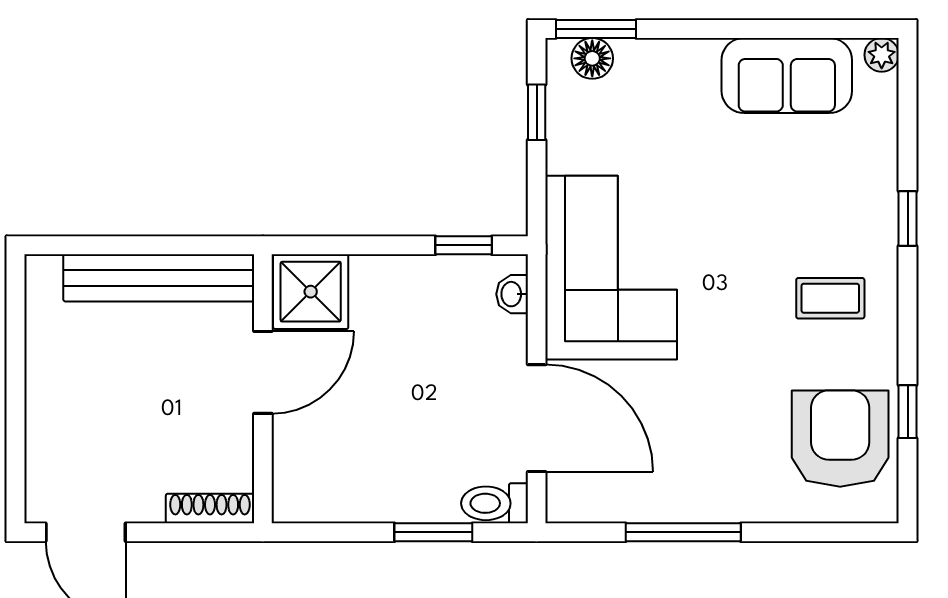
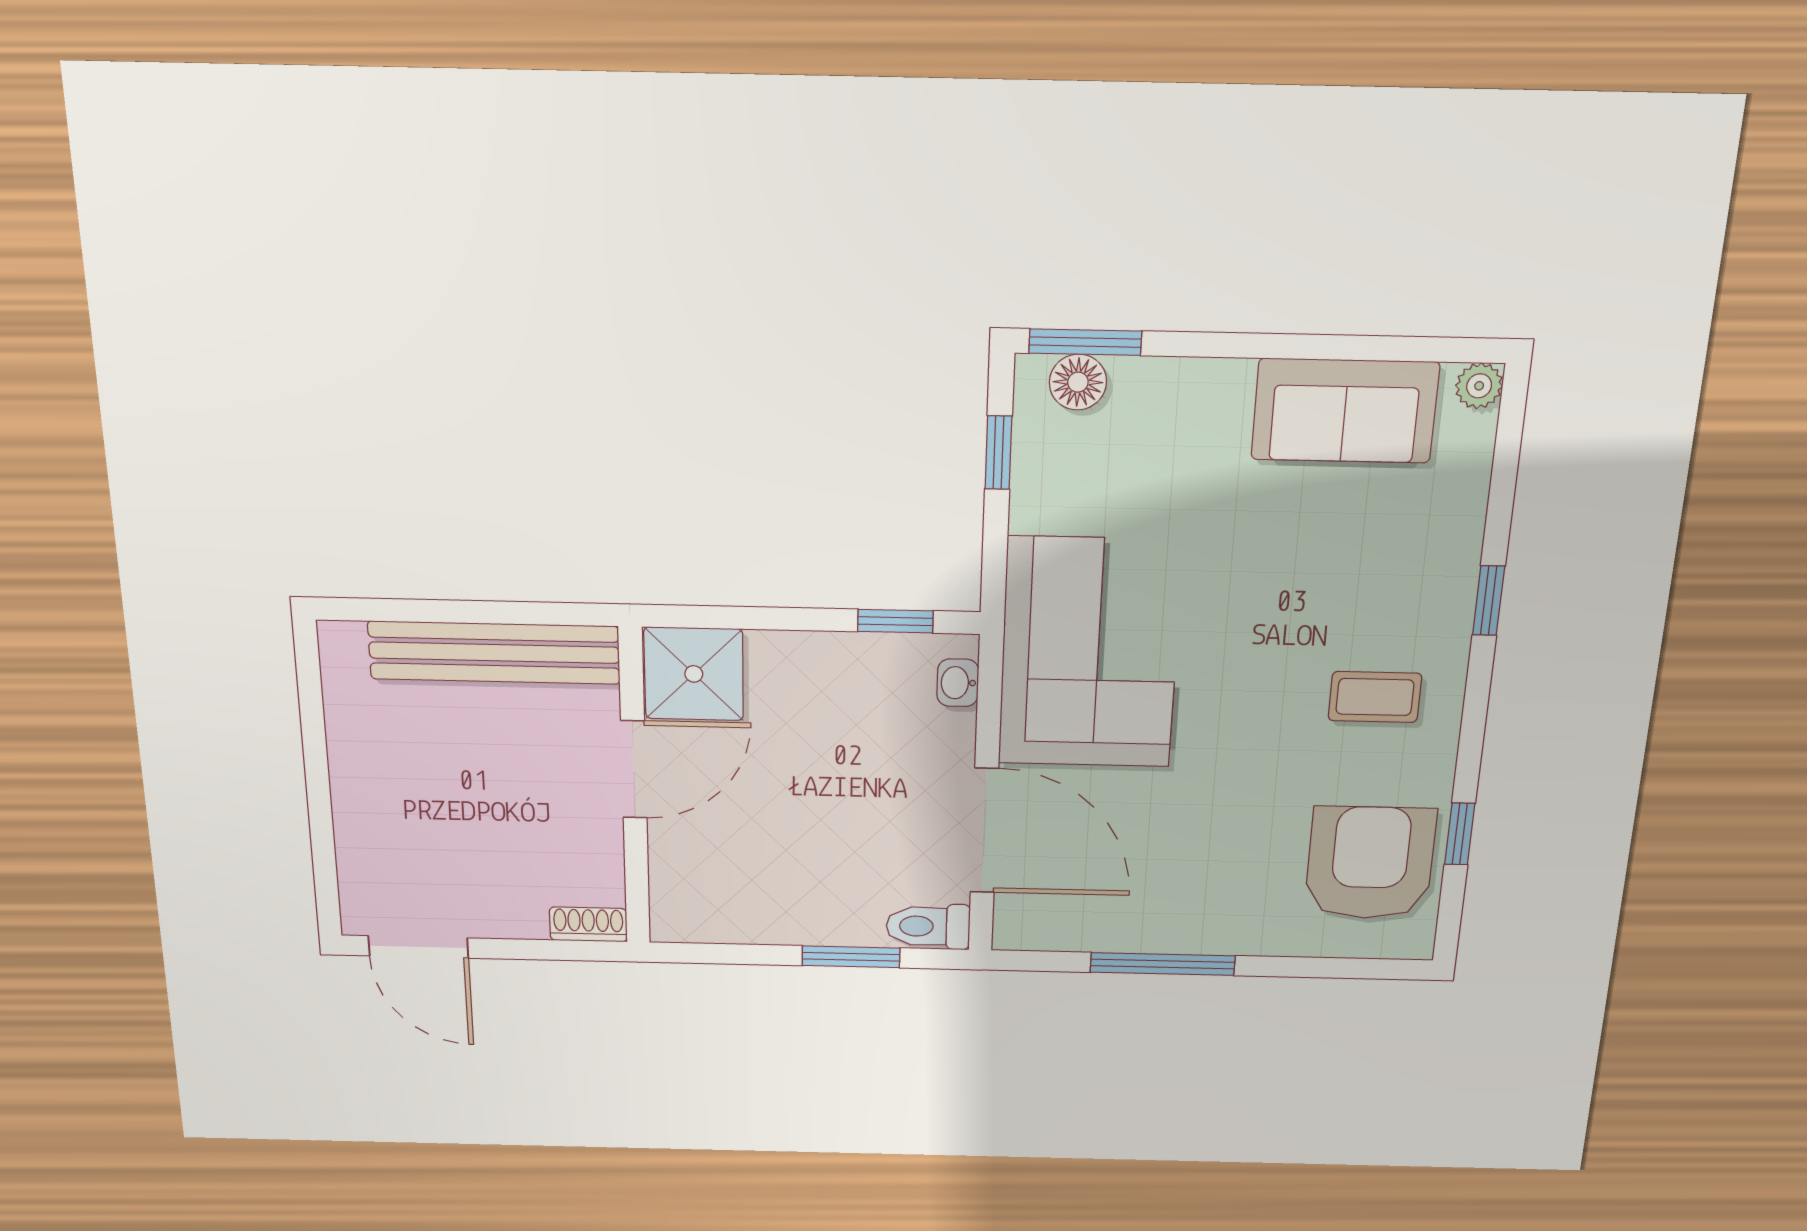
shoe rack: (210, 509) -> (588, 924), width x0.70

